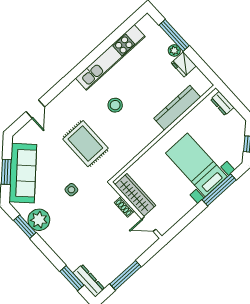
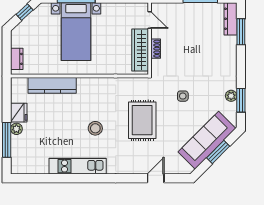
kitchen unit: (110, 57) -> (78, 166), width x0.73
plant: (39, 220) -> (231, 96), width x0.53, depth x0.53

